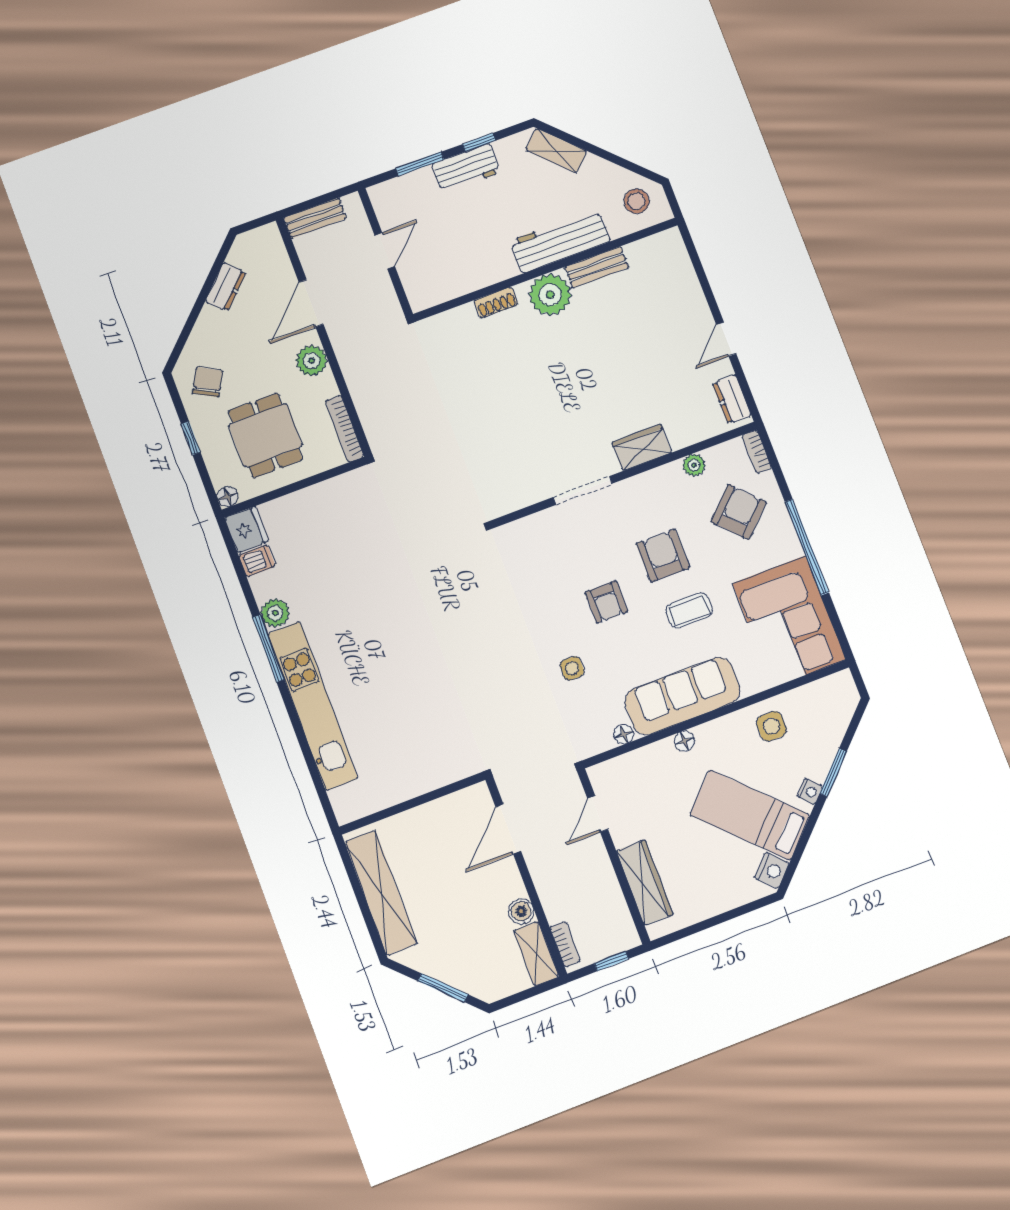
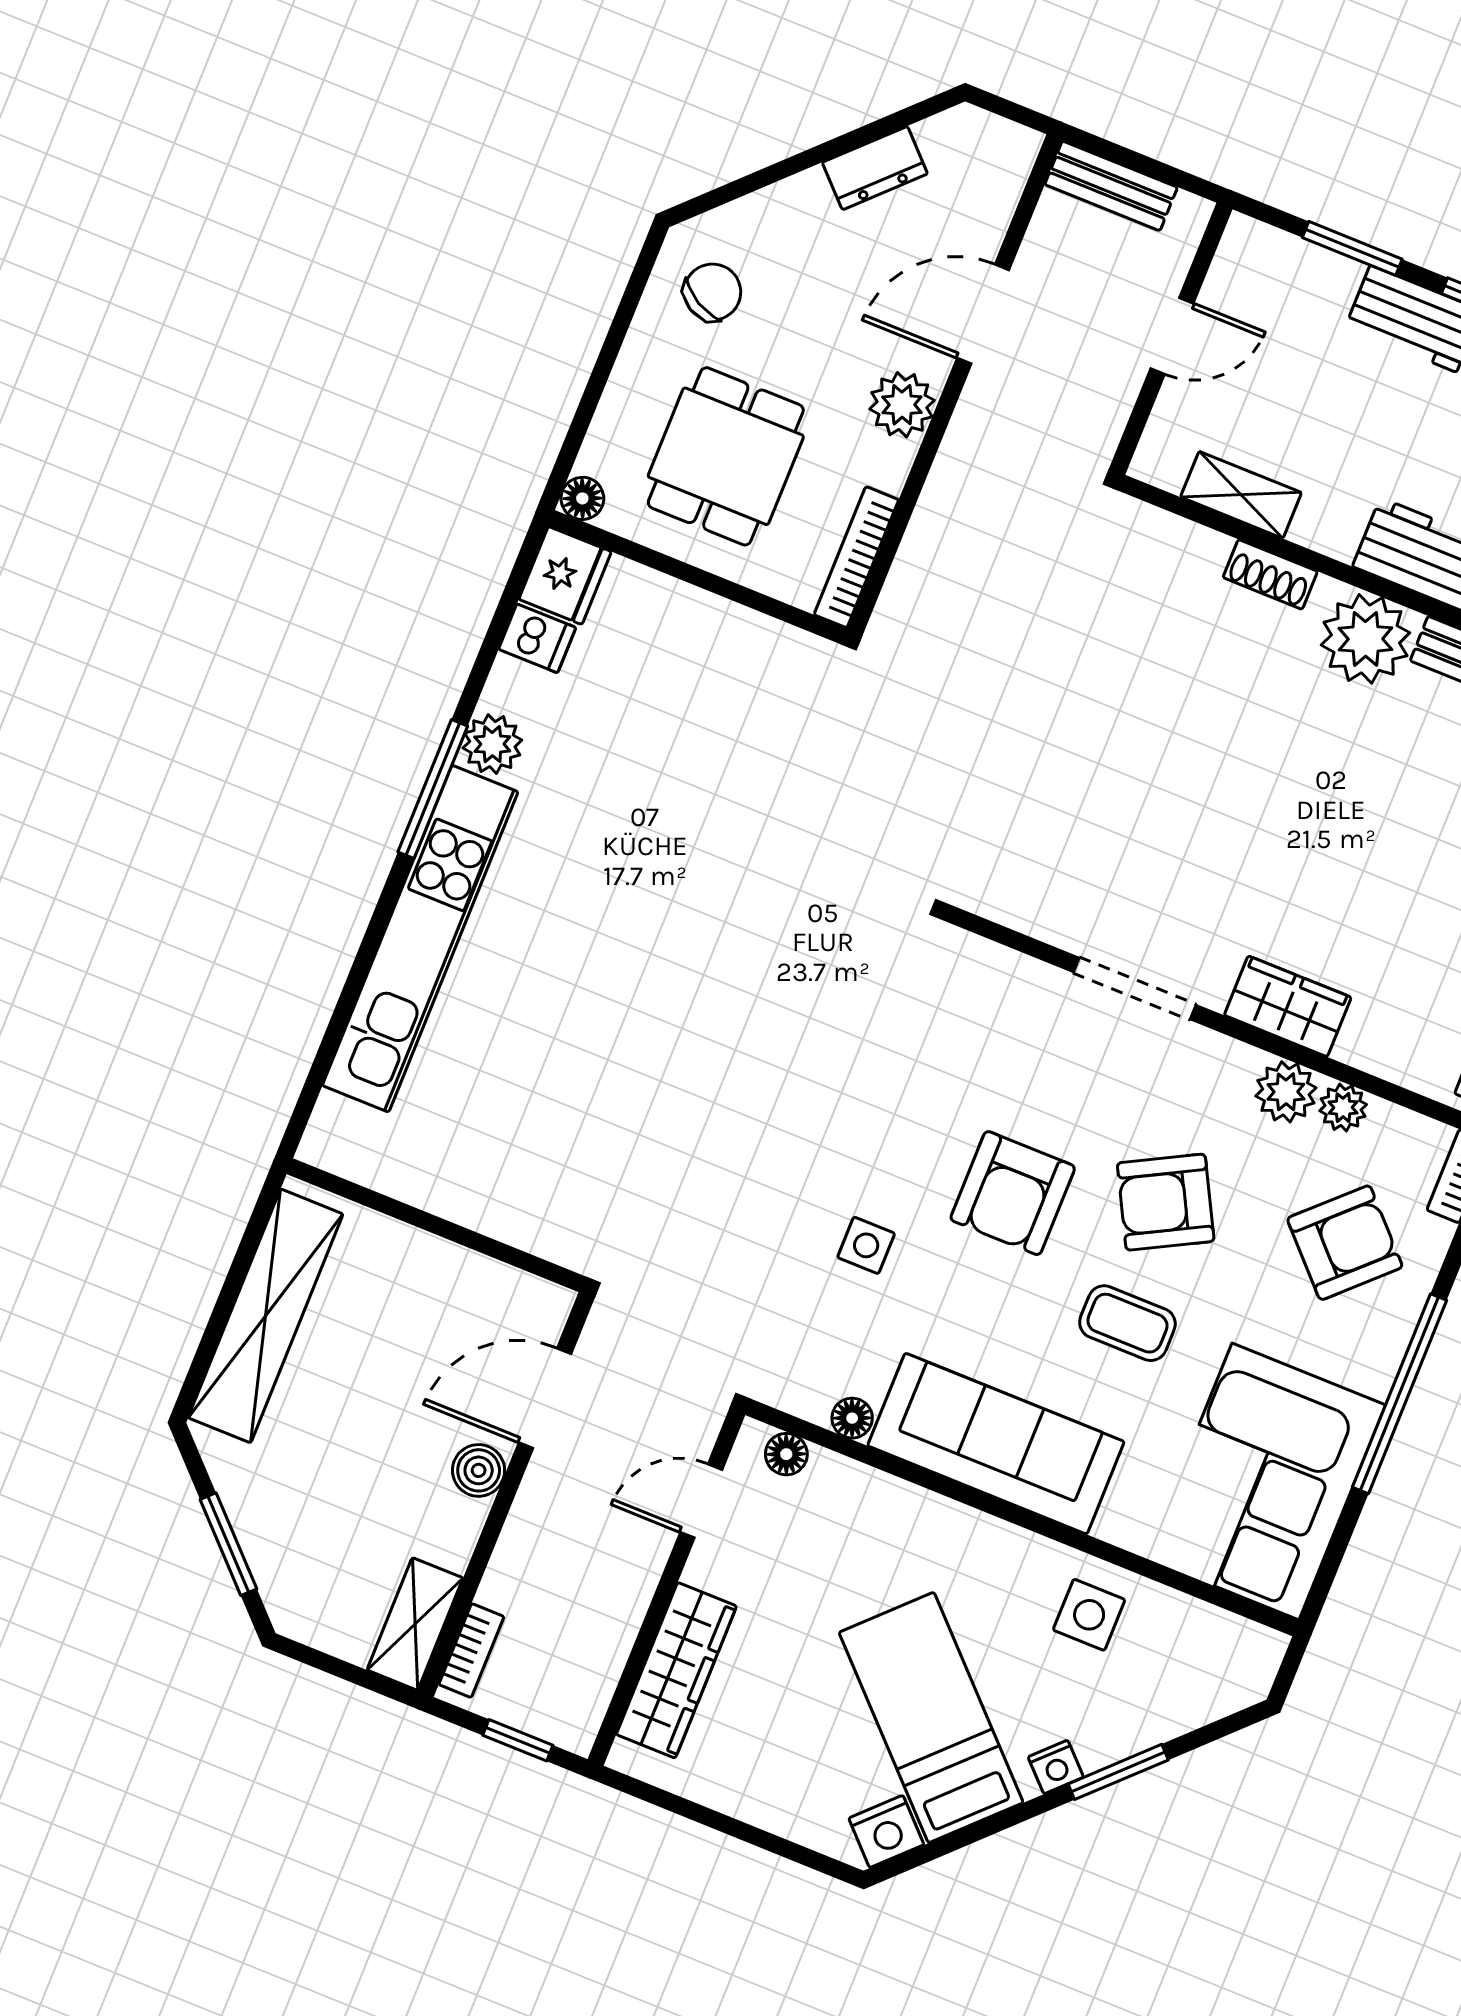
shelving: (460, 284) -> (1241, 495), added
window: (191, 438) -> (608, 356), removed
plant: (669, 478) -> (1286, 1092), added
armchair: (663, 555) -> (1166, 1202), turned -118
armchair: (606, 602) -> (1013, 1193), width x1.38, depth x1.38
floor lamp: (684, 741) -> (786, 1454), moved
boiler: (521, 911) -> (479, 1470), moved

